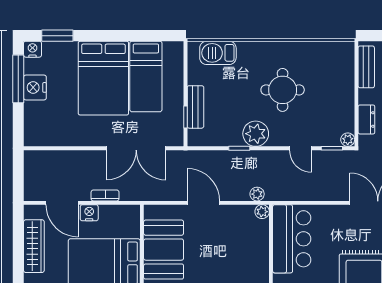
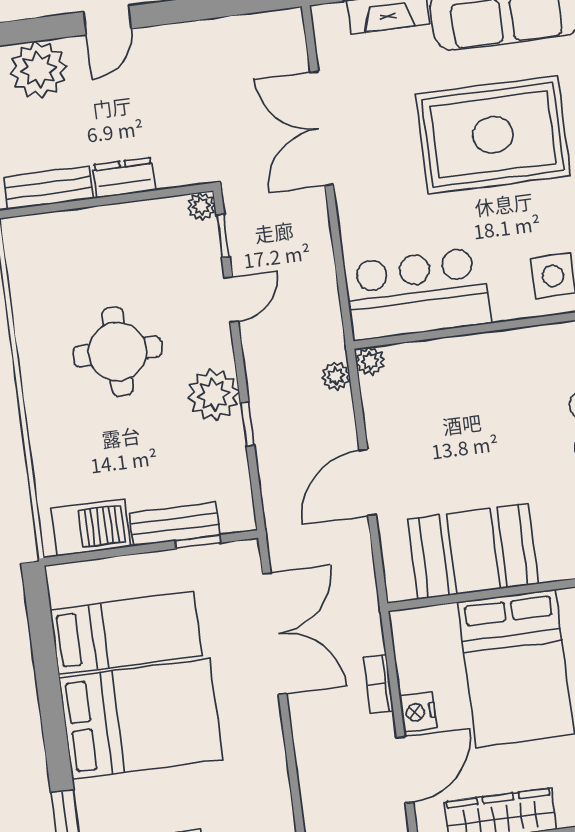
barbecue: (218, 53) -> (91, 527), moved, turned -90
dresser: (366, 119) -> (124, 178), moved

